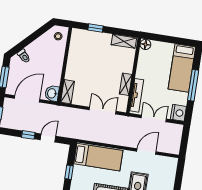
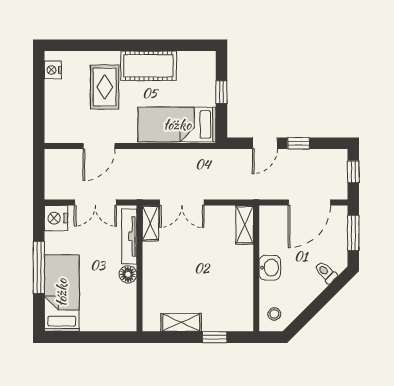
shelving: (124, 41) -> (181, 322), moved
floor lamp: (145, 44) -> (128, 274), moved
shelving: (126, 84) -> (150, 223), moved
washbasin: (52, 93) -> (270, 268), moved

